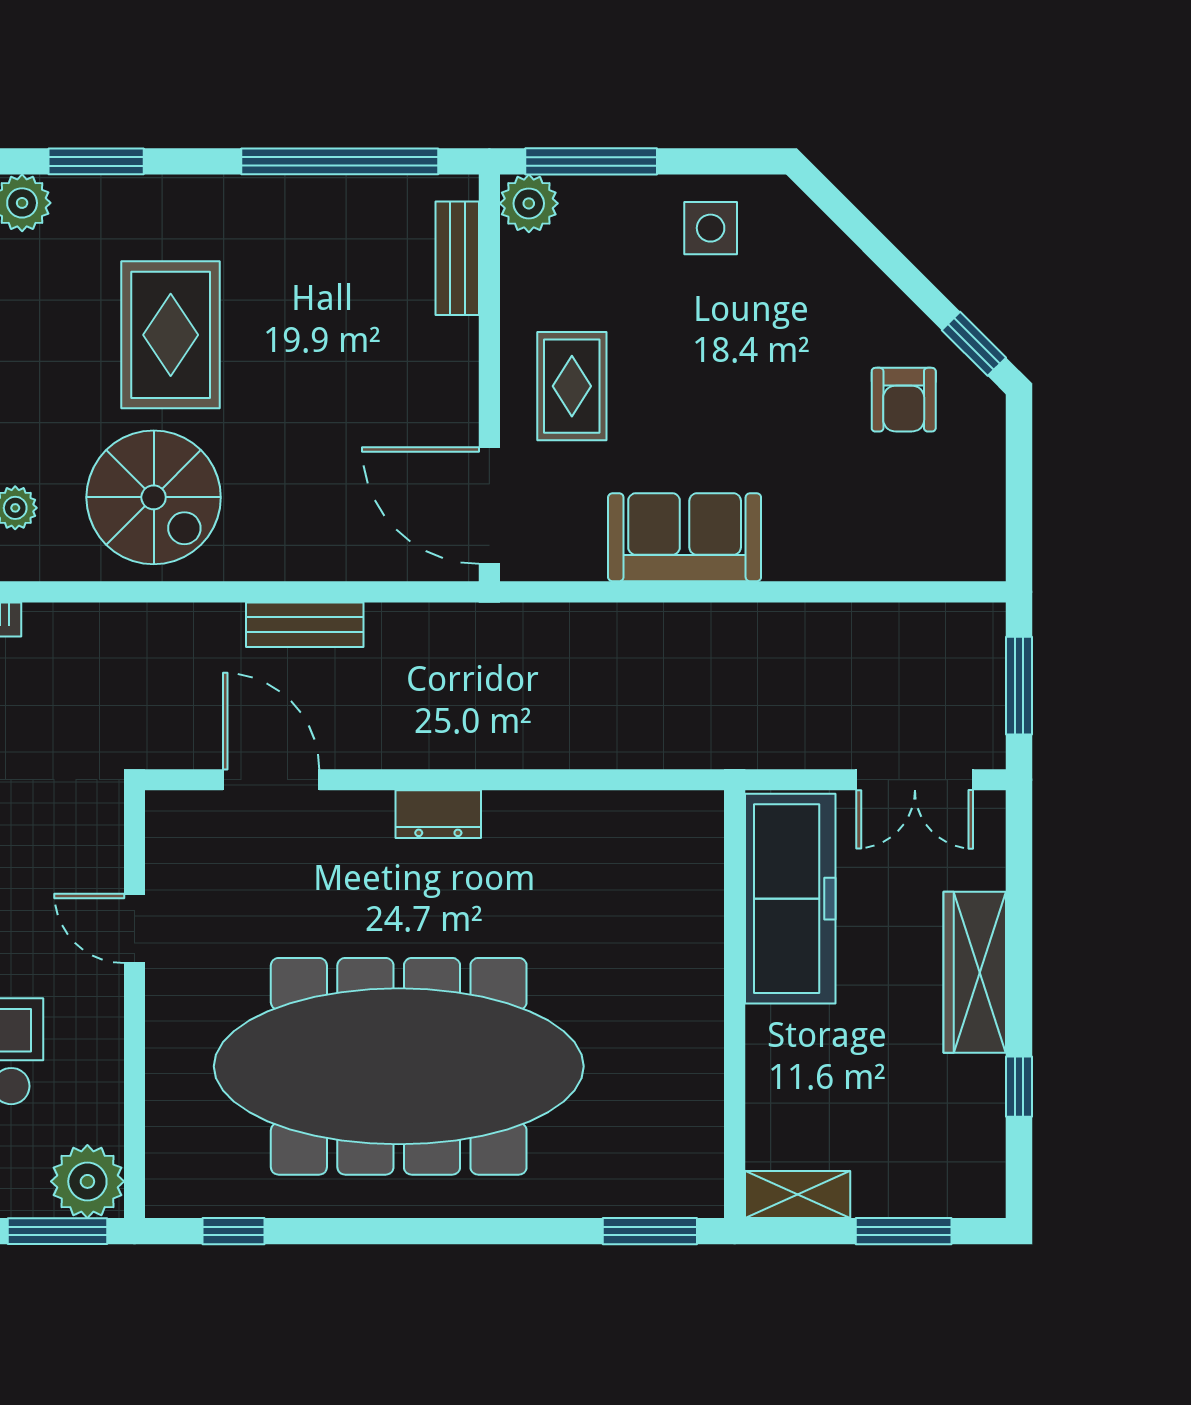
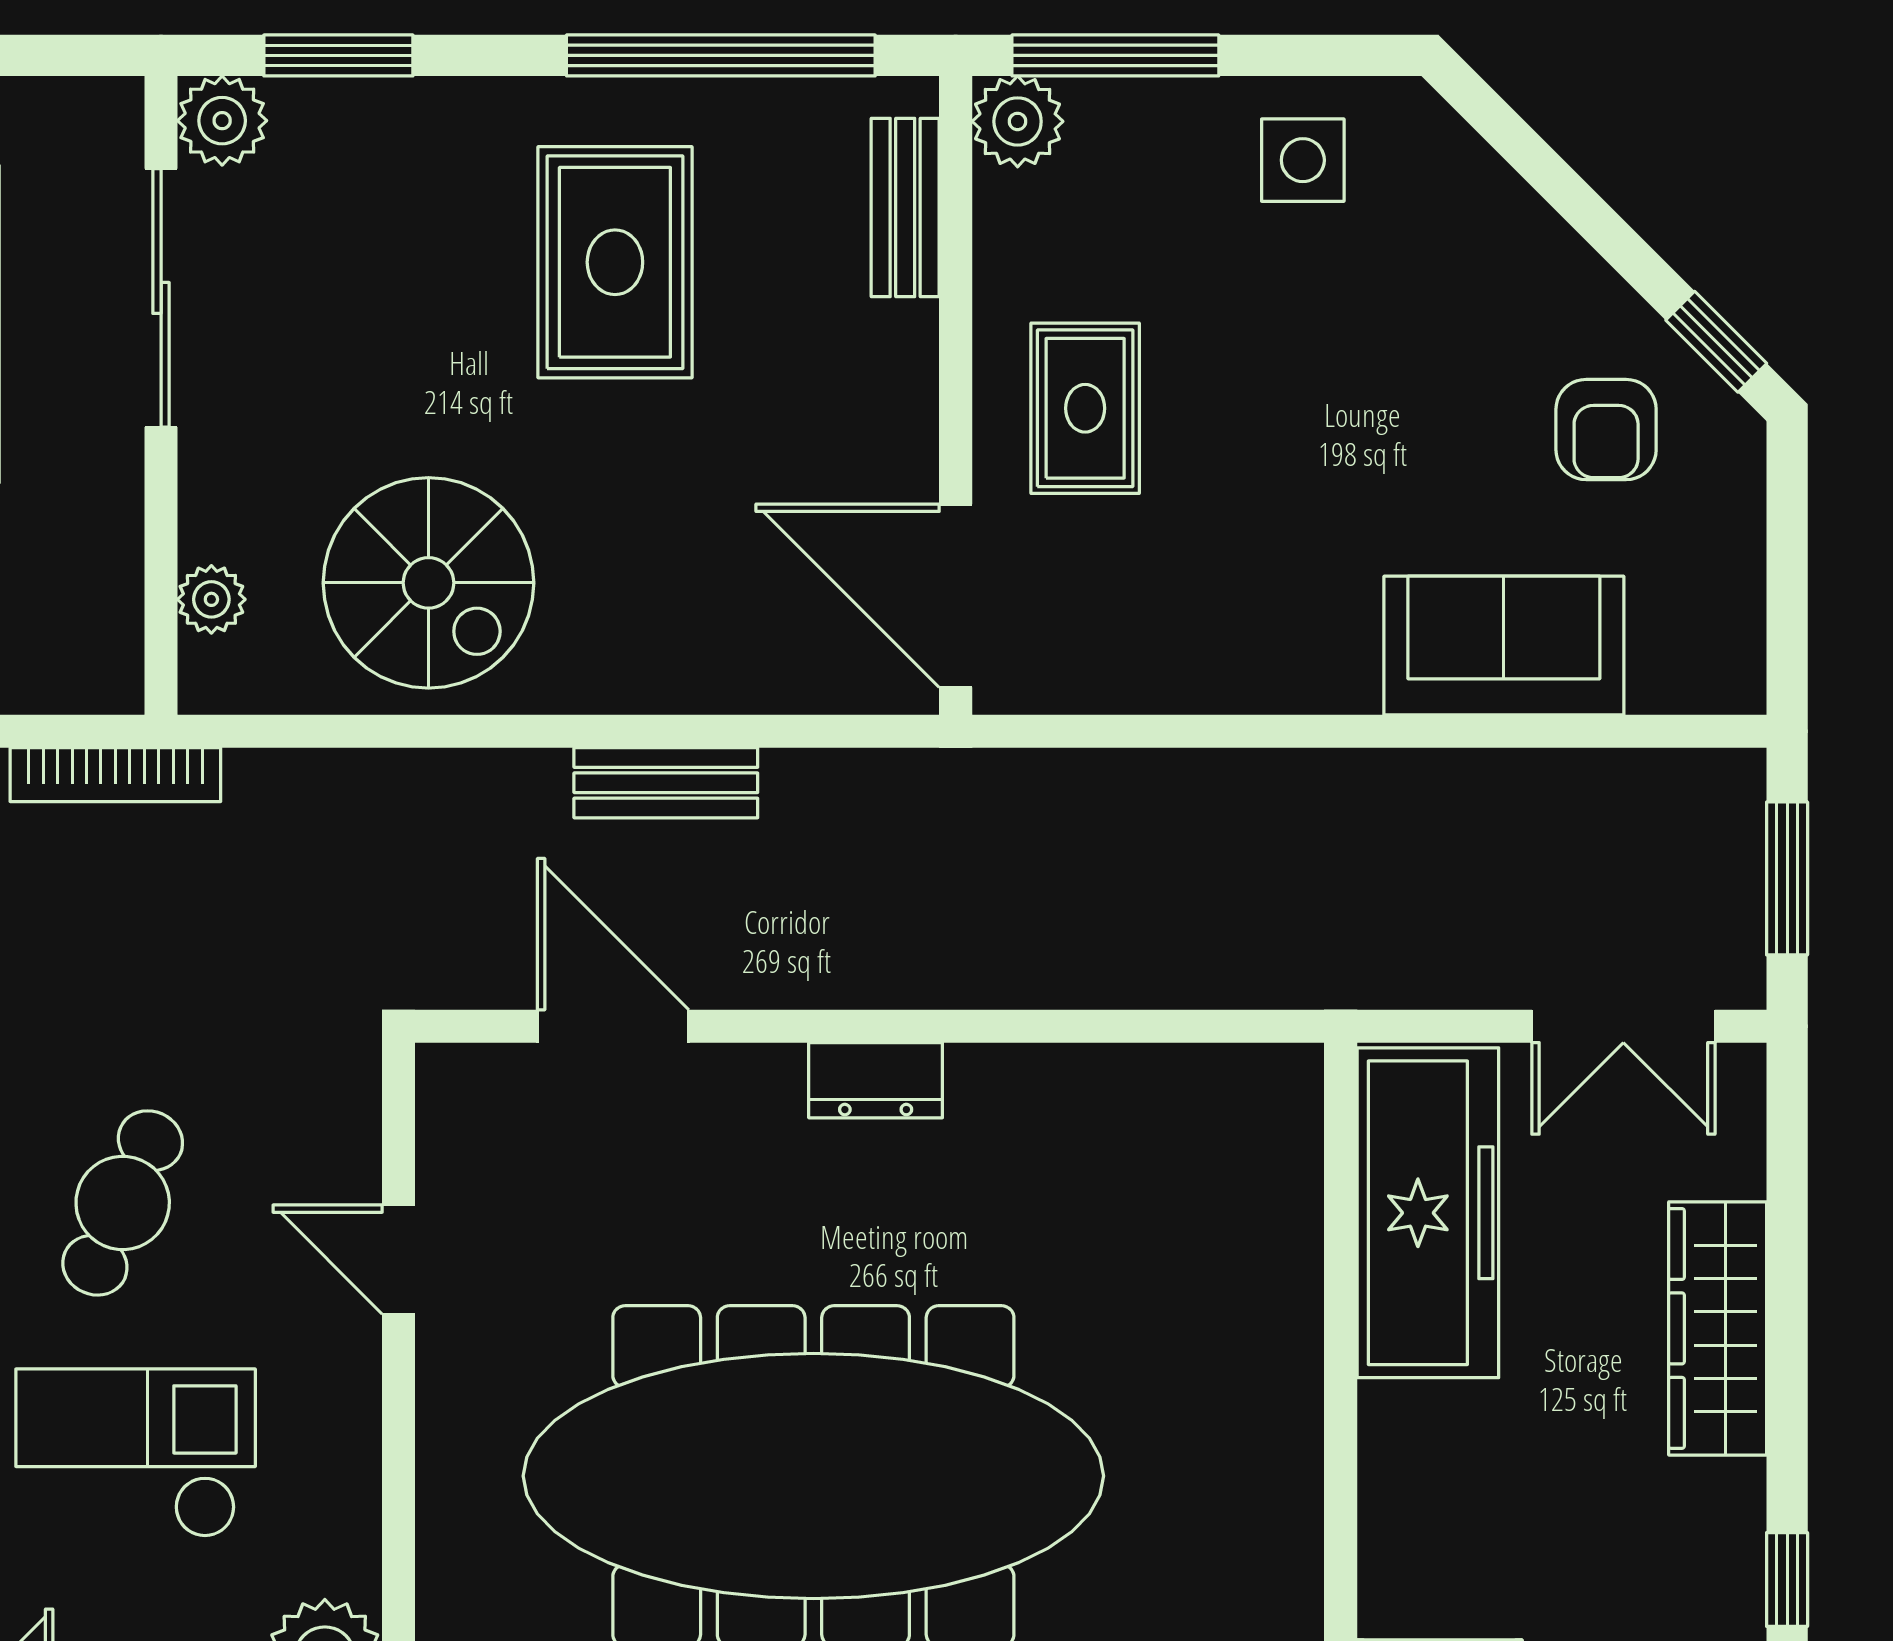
rug: (171, 335) -> (615, 262), moved
sofa: (685, 537) -> (1504, 646), moved
window: (1019, 1087) -> (1787, 1580), moved

